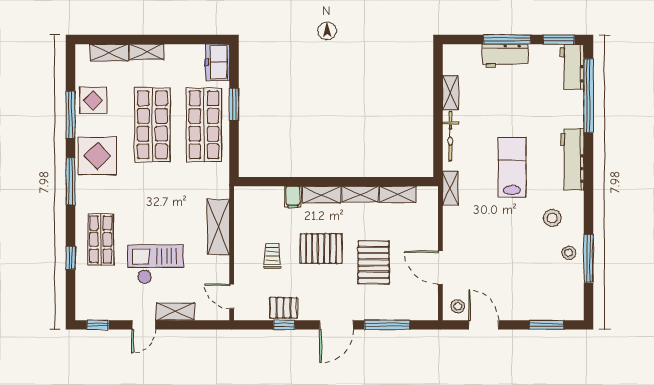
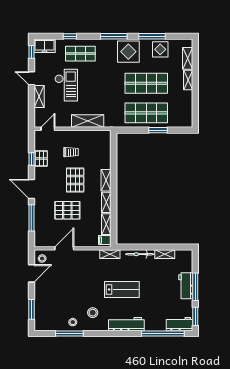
freezer: (218, 62) -> (45, 46), moved, turned 180
filing cabinet: (293, 197) -> (105, 240), moved

